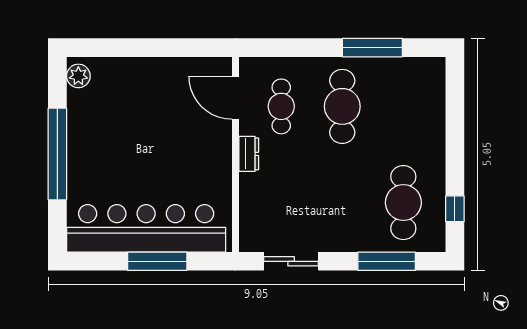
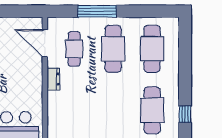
window: (372, 48) -> (97, 11), moved
cafe table: (403, 106) -> (152, 49), added

